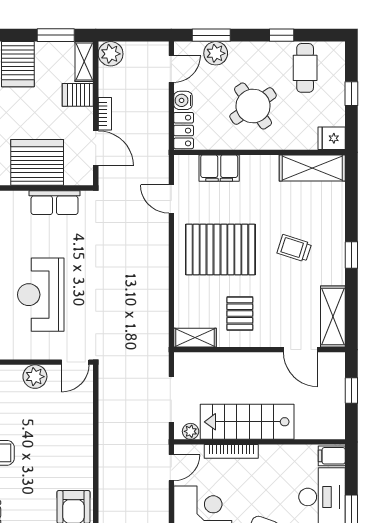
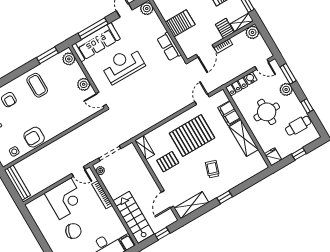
plant: (216, 53) -> (286, 89), moved
round table: (253, 106) -> (267, 112), turned 35
server rack: (37, 162) -> (180, 23), width x0.62
shelving: (312, 168) -> (244, 138), moved
pallet: (220, 250) -> (192, 136), turned 90
stairs: (247, 422) -> (134, 217), moved

